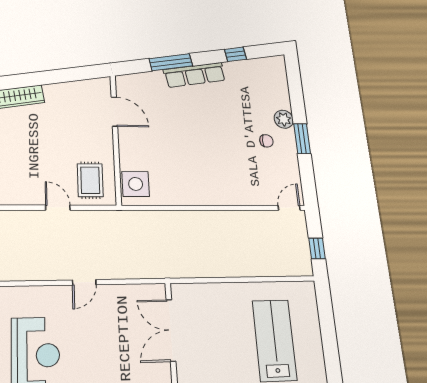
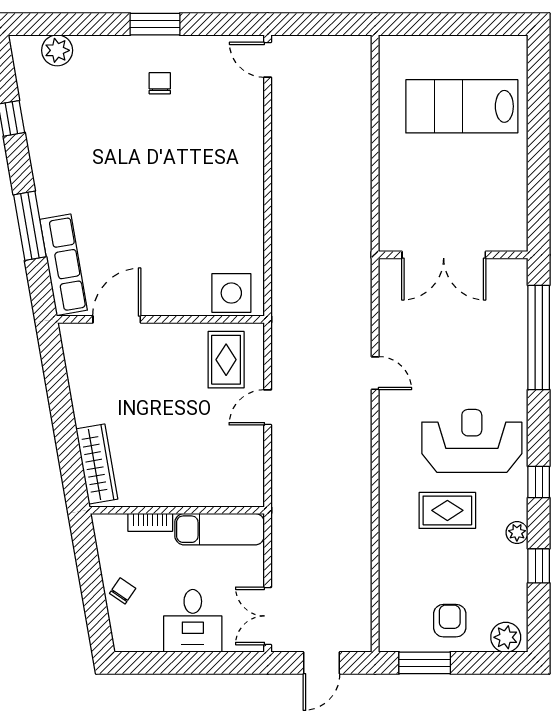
row of seats: (195, 75) -> (64, 265), moved
plant: (284, 119) -> (57, 50), moved
rug: (90, 180) -> (226, 360), turned 90
window: (317, 248) -> (330, 24), removed

